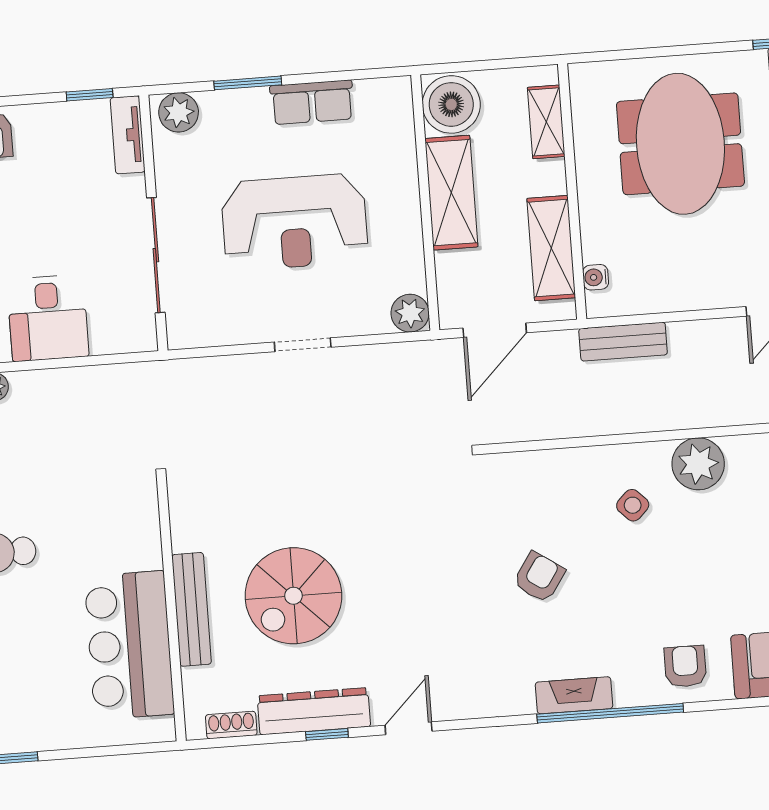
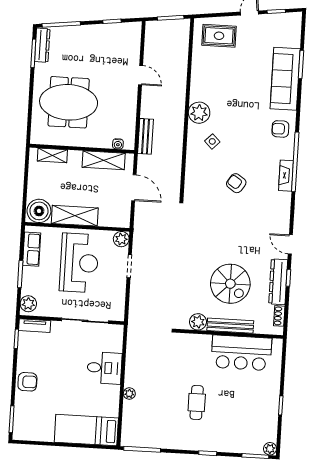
boiler: (451, 104) -> (39, 211), moved
shelving: (451, 193) -> (75, 216), moved
wall: (425, 203) -> (77, 227), moved
plant: (410, 313) -> (121, 239), moved
plant: (190, 530) -> (198, 322), added

